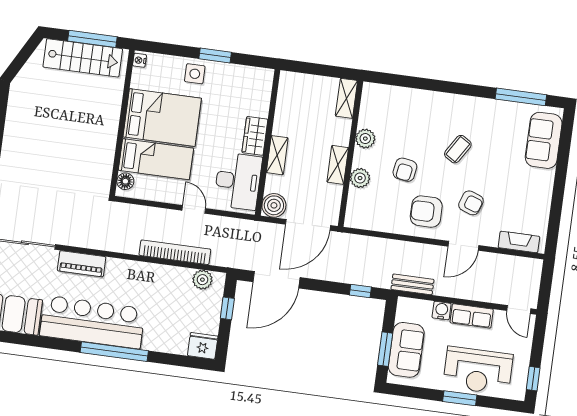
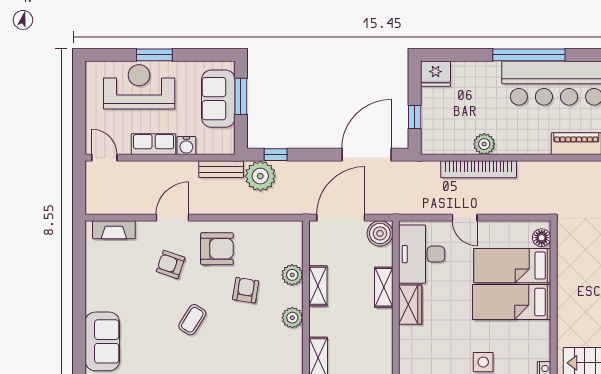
bed: (162, 118) -> (512, 302), width x0.67
plant: (377, 273) -> (260, 176), added
plant: (202, 280) -> (484, 144), moved
window: (533, 379) -> (79, 86), removed

